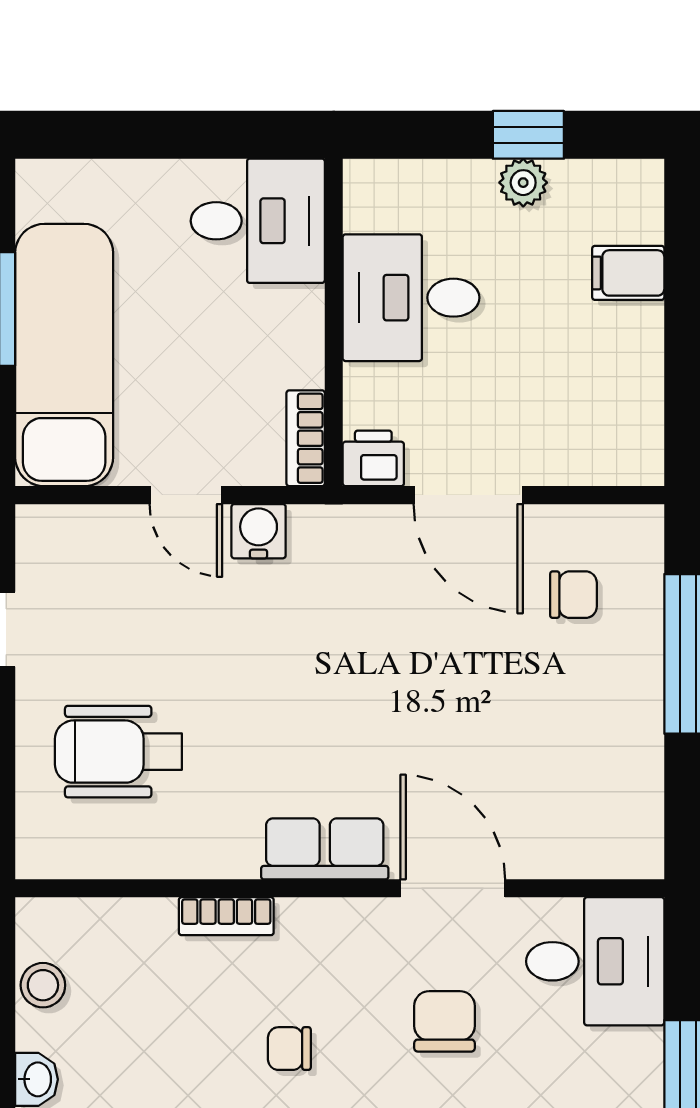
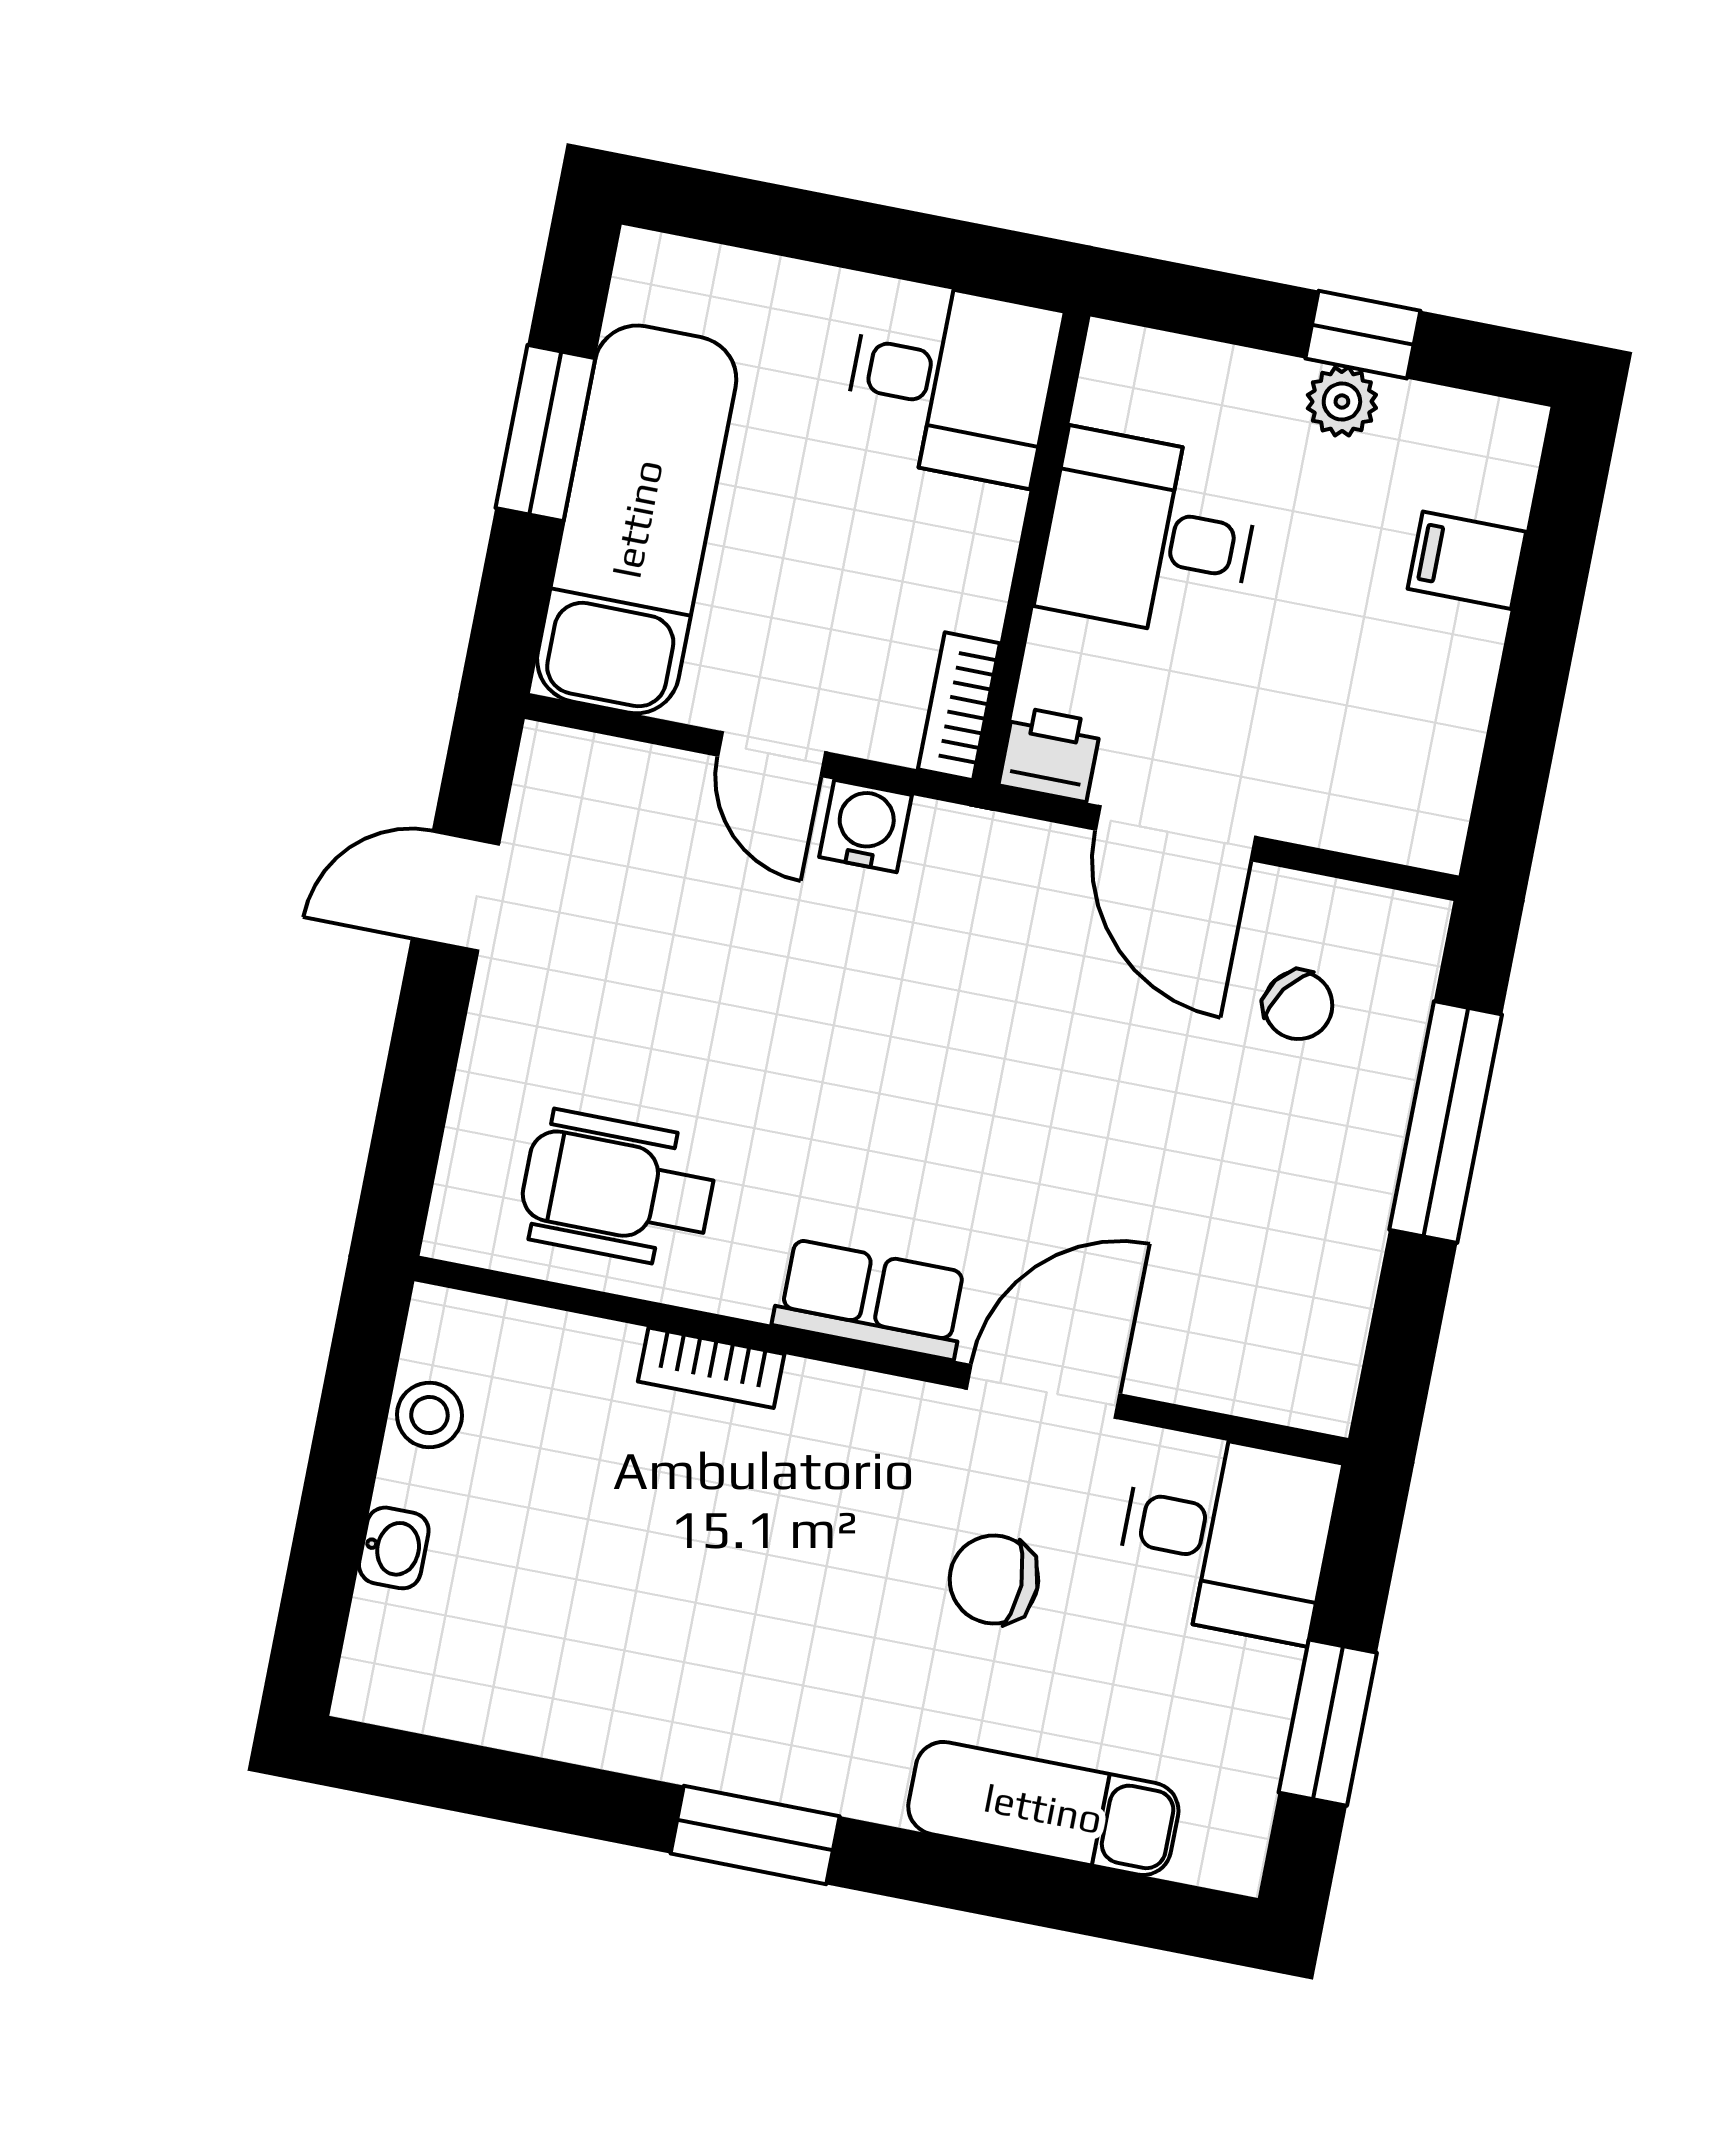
chair: (573, 595) -> (1298, 1005), turned 36
wheelchair: (118, 752) -> (618, 1189), moved
door: (453, 888) -> (1043, 1391), hinge flipped
chair: (445, 1021) -> (994, 1580), turned -90
chair: (289, 1049) -> (764, 1575), removed

